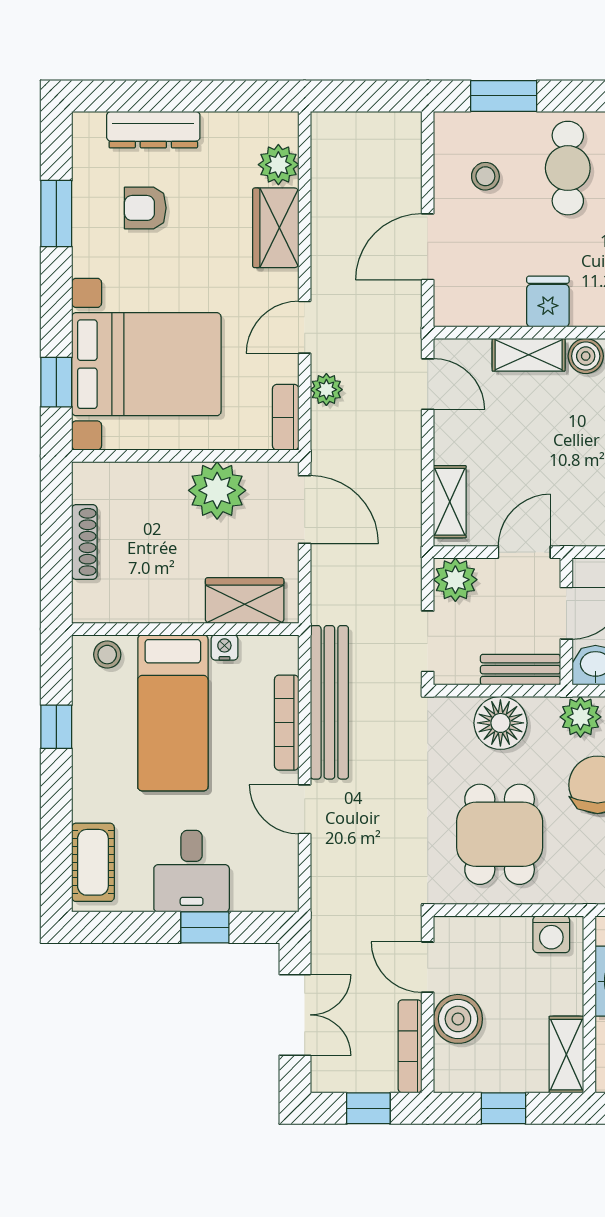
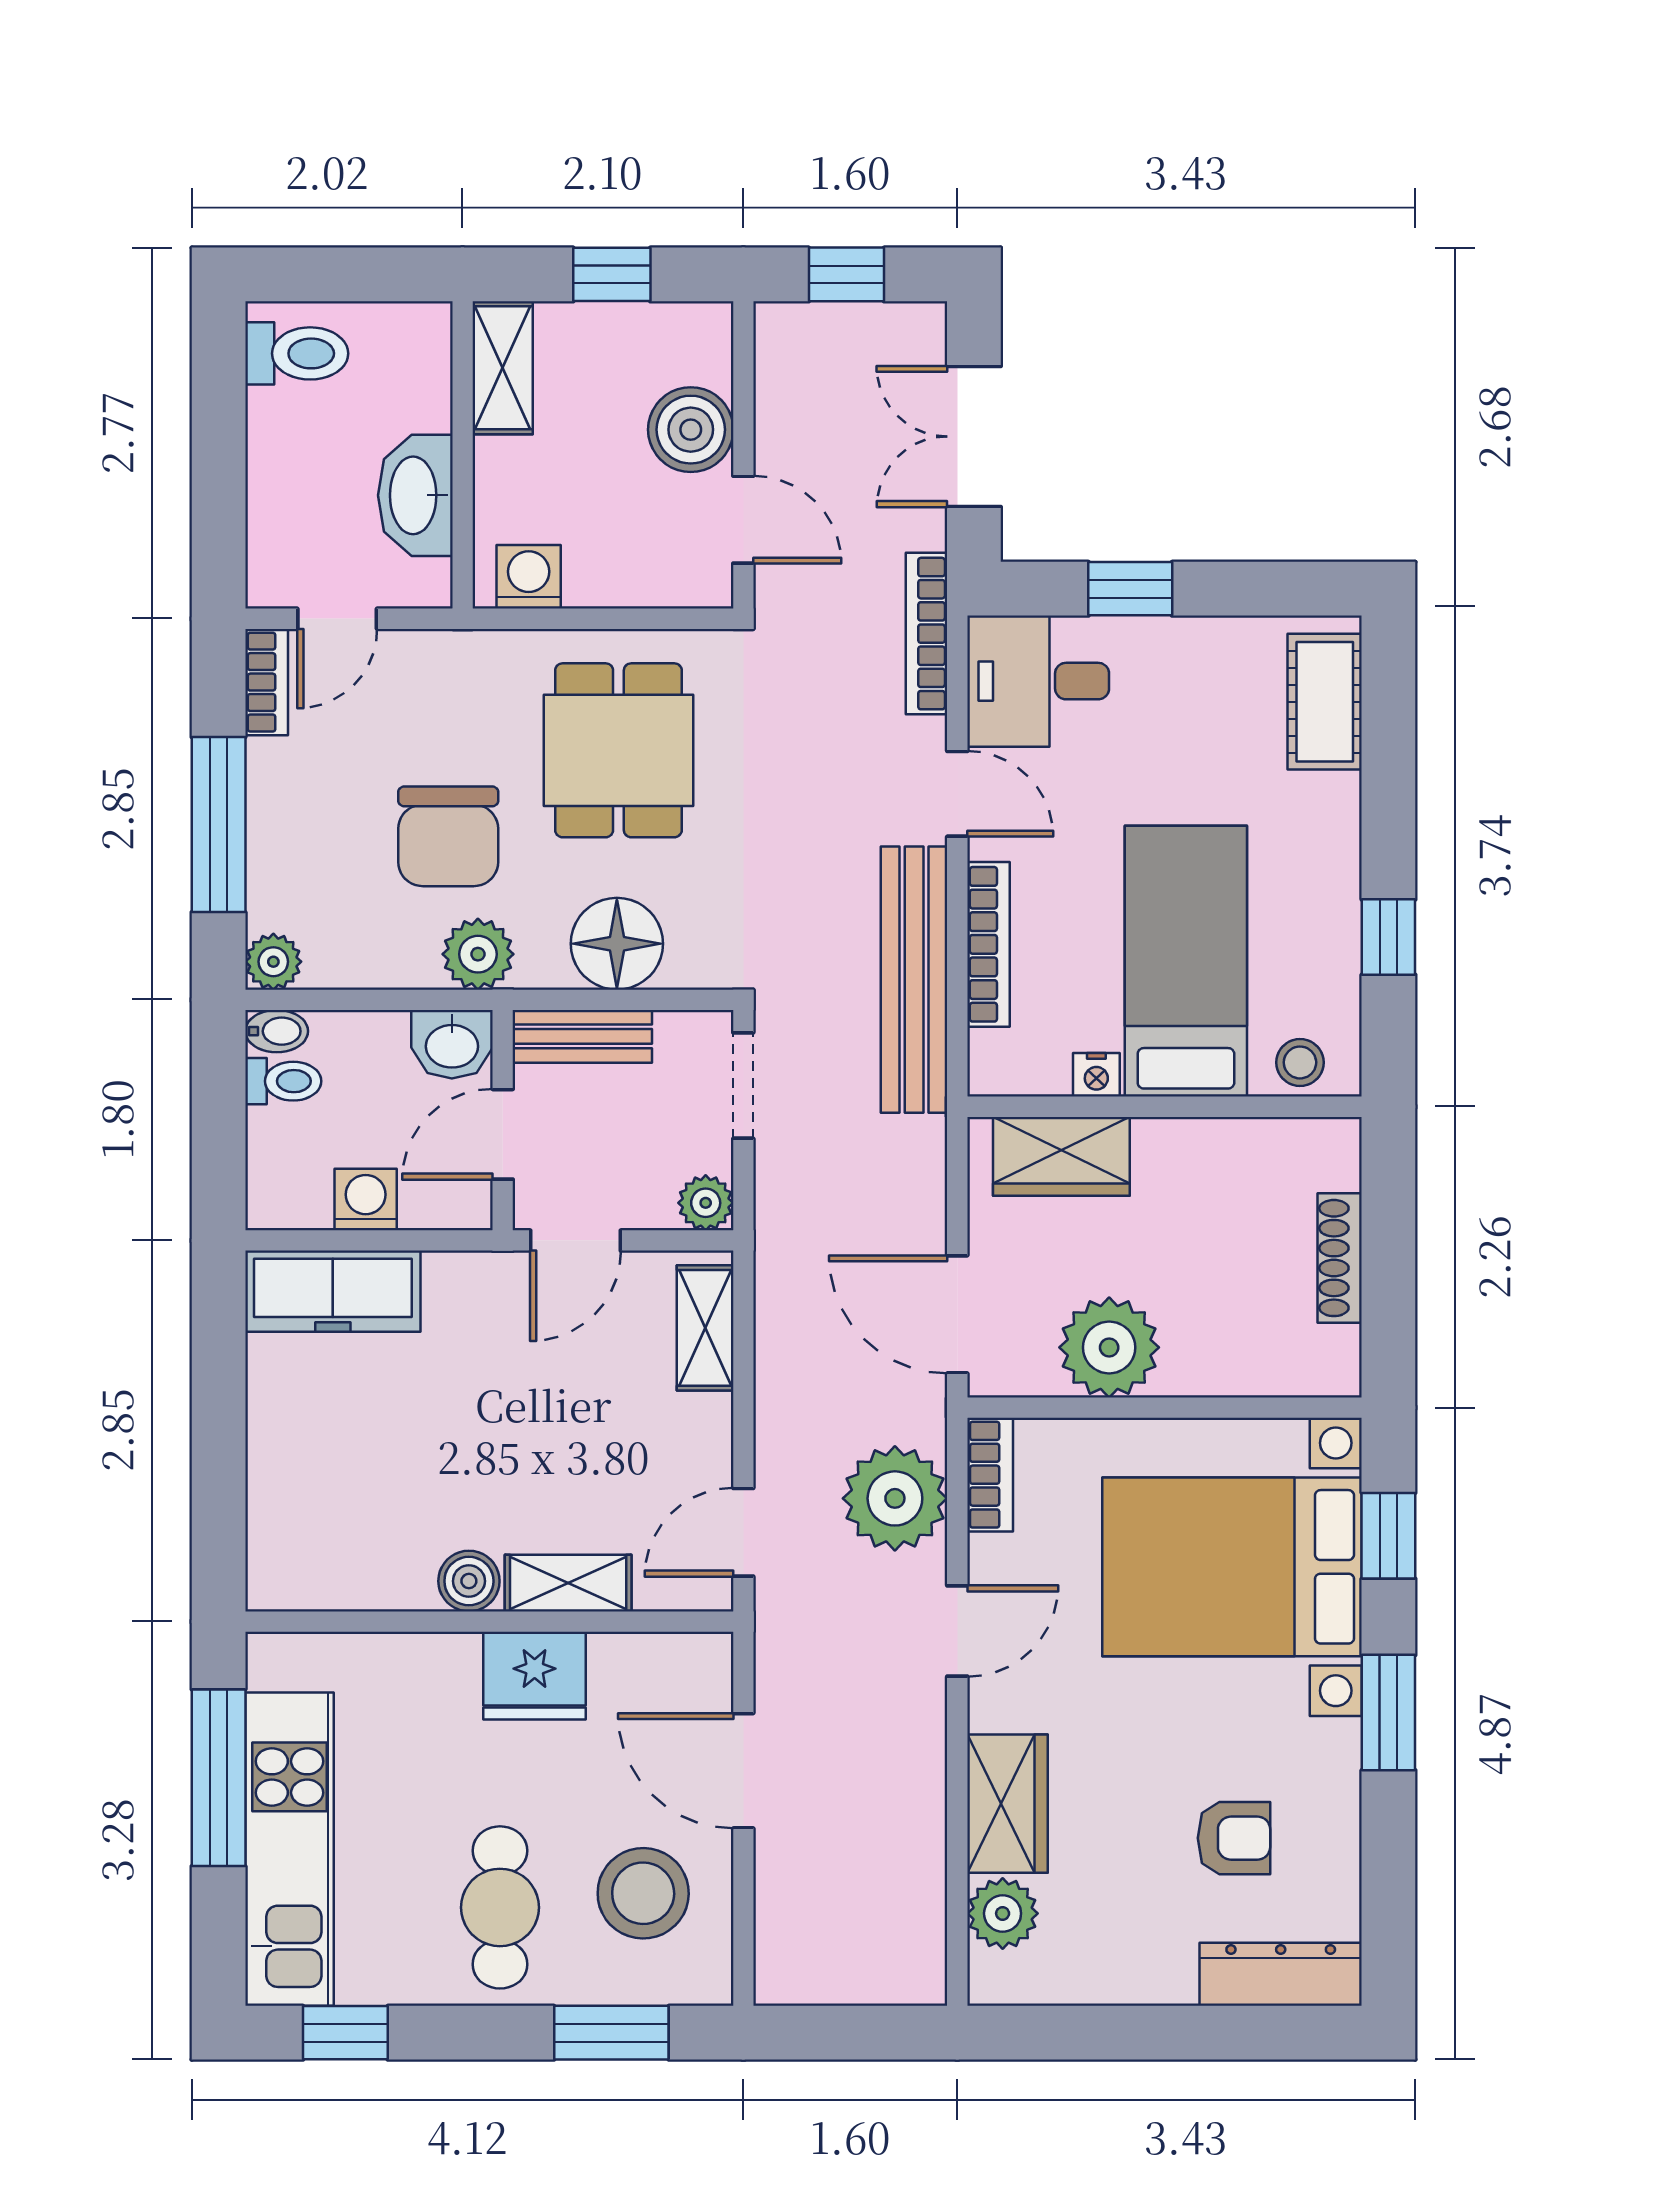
dresser: (153, 130) -> (1281, 1974), moved
stool: (485, 176) -> (643, 1893), width x1.89, depth x1.89
window: (56, 214) -> (1388, 1713), moved
door: (428, 247) -> (743, 1771), swing flipped
fridge: (548, 302) -> (535, 1676), width x1.38
door: (428, 384) -> (743, 1532), hinge flipped
plant: (326, 390) -> (895, 1498), width x1.87, depth x1.87
plant: (455, 580) -> (706, 1203), width x0.73, depth x0.73
desk: (192, 871) -> (1038, 681), moved, turned -90
bookcase: (410, 1046) -> (927, 634), moved, turned 180

